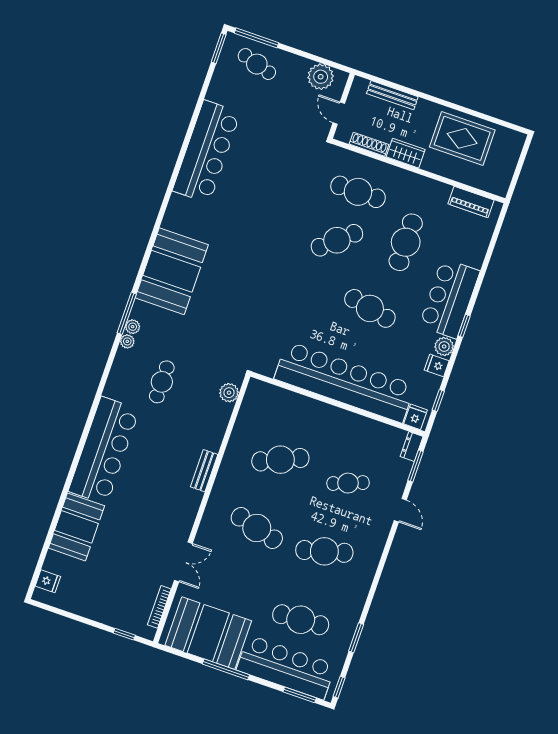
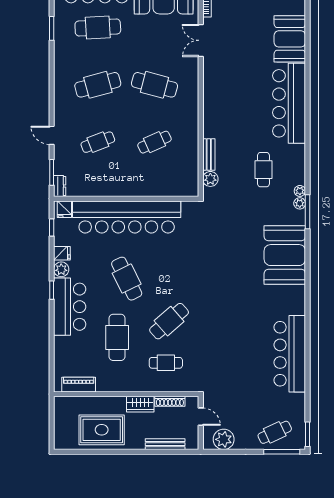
cafe table: (257, 64) -> (275, 432), turned -42
cafe table: (358, 192) -> (166, 363), width x0.73, depth x0.74
cafe table: (370, 308) -> (127, 279), turned 52
cafe table: (280, 460) -> (154, 142), width x0.73, depth x0.74
bench: (204, 471) -> (209, 154), moved

